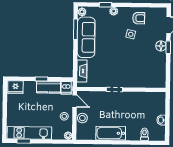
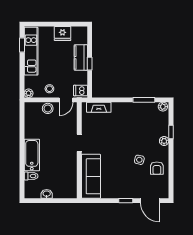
sofa: (86, 37) -> (91, 176), moved, turned -90
floor lamp: (161, 46) -> (127, 193), removed
fridge: (15, 87) -> (63, 34), moved, turned -90
kitchen counter: (49, 87) -> (81, 58), moved
bathtub: (111, 133) -> (32, 155), moved

